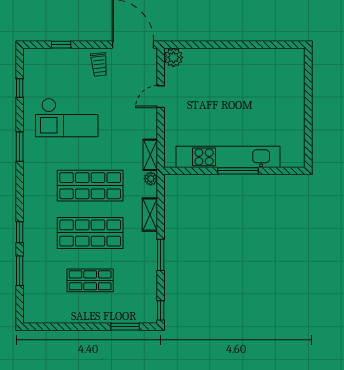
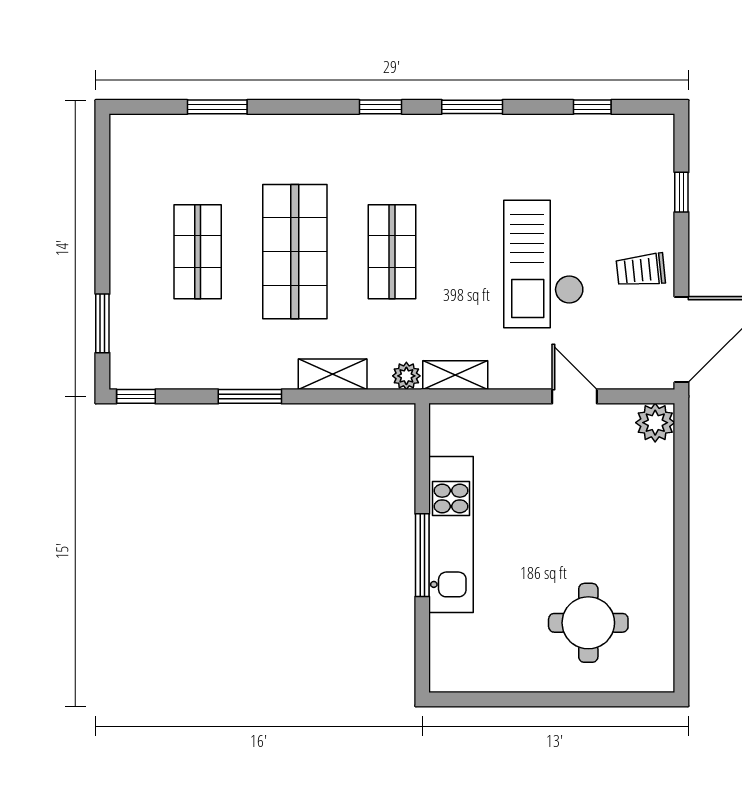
round table: (271, 90) -> (588, 623), added
checkout: (67, 117) -> (544, 264), moved
kitchen unit: (228, 157) -> (451, 534), width x0.73
shop shelf: (90, 186) -> (392, 252), width x0.70, depth x0.74
window: (20, 232) -> (381, 107), moved

